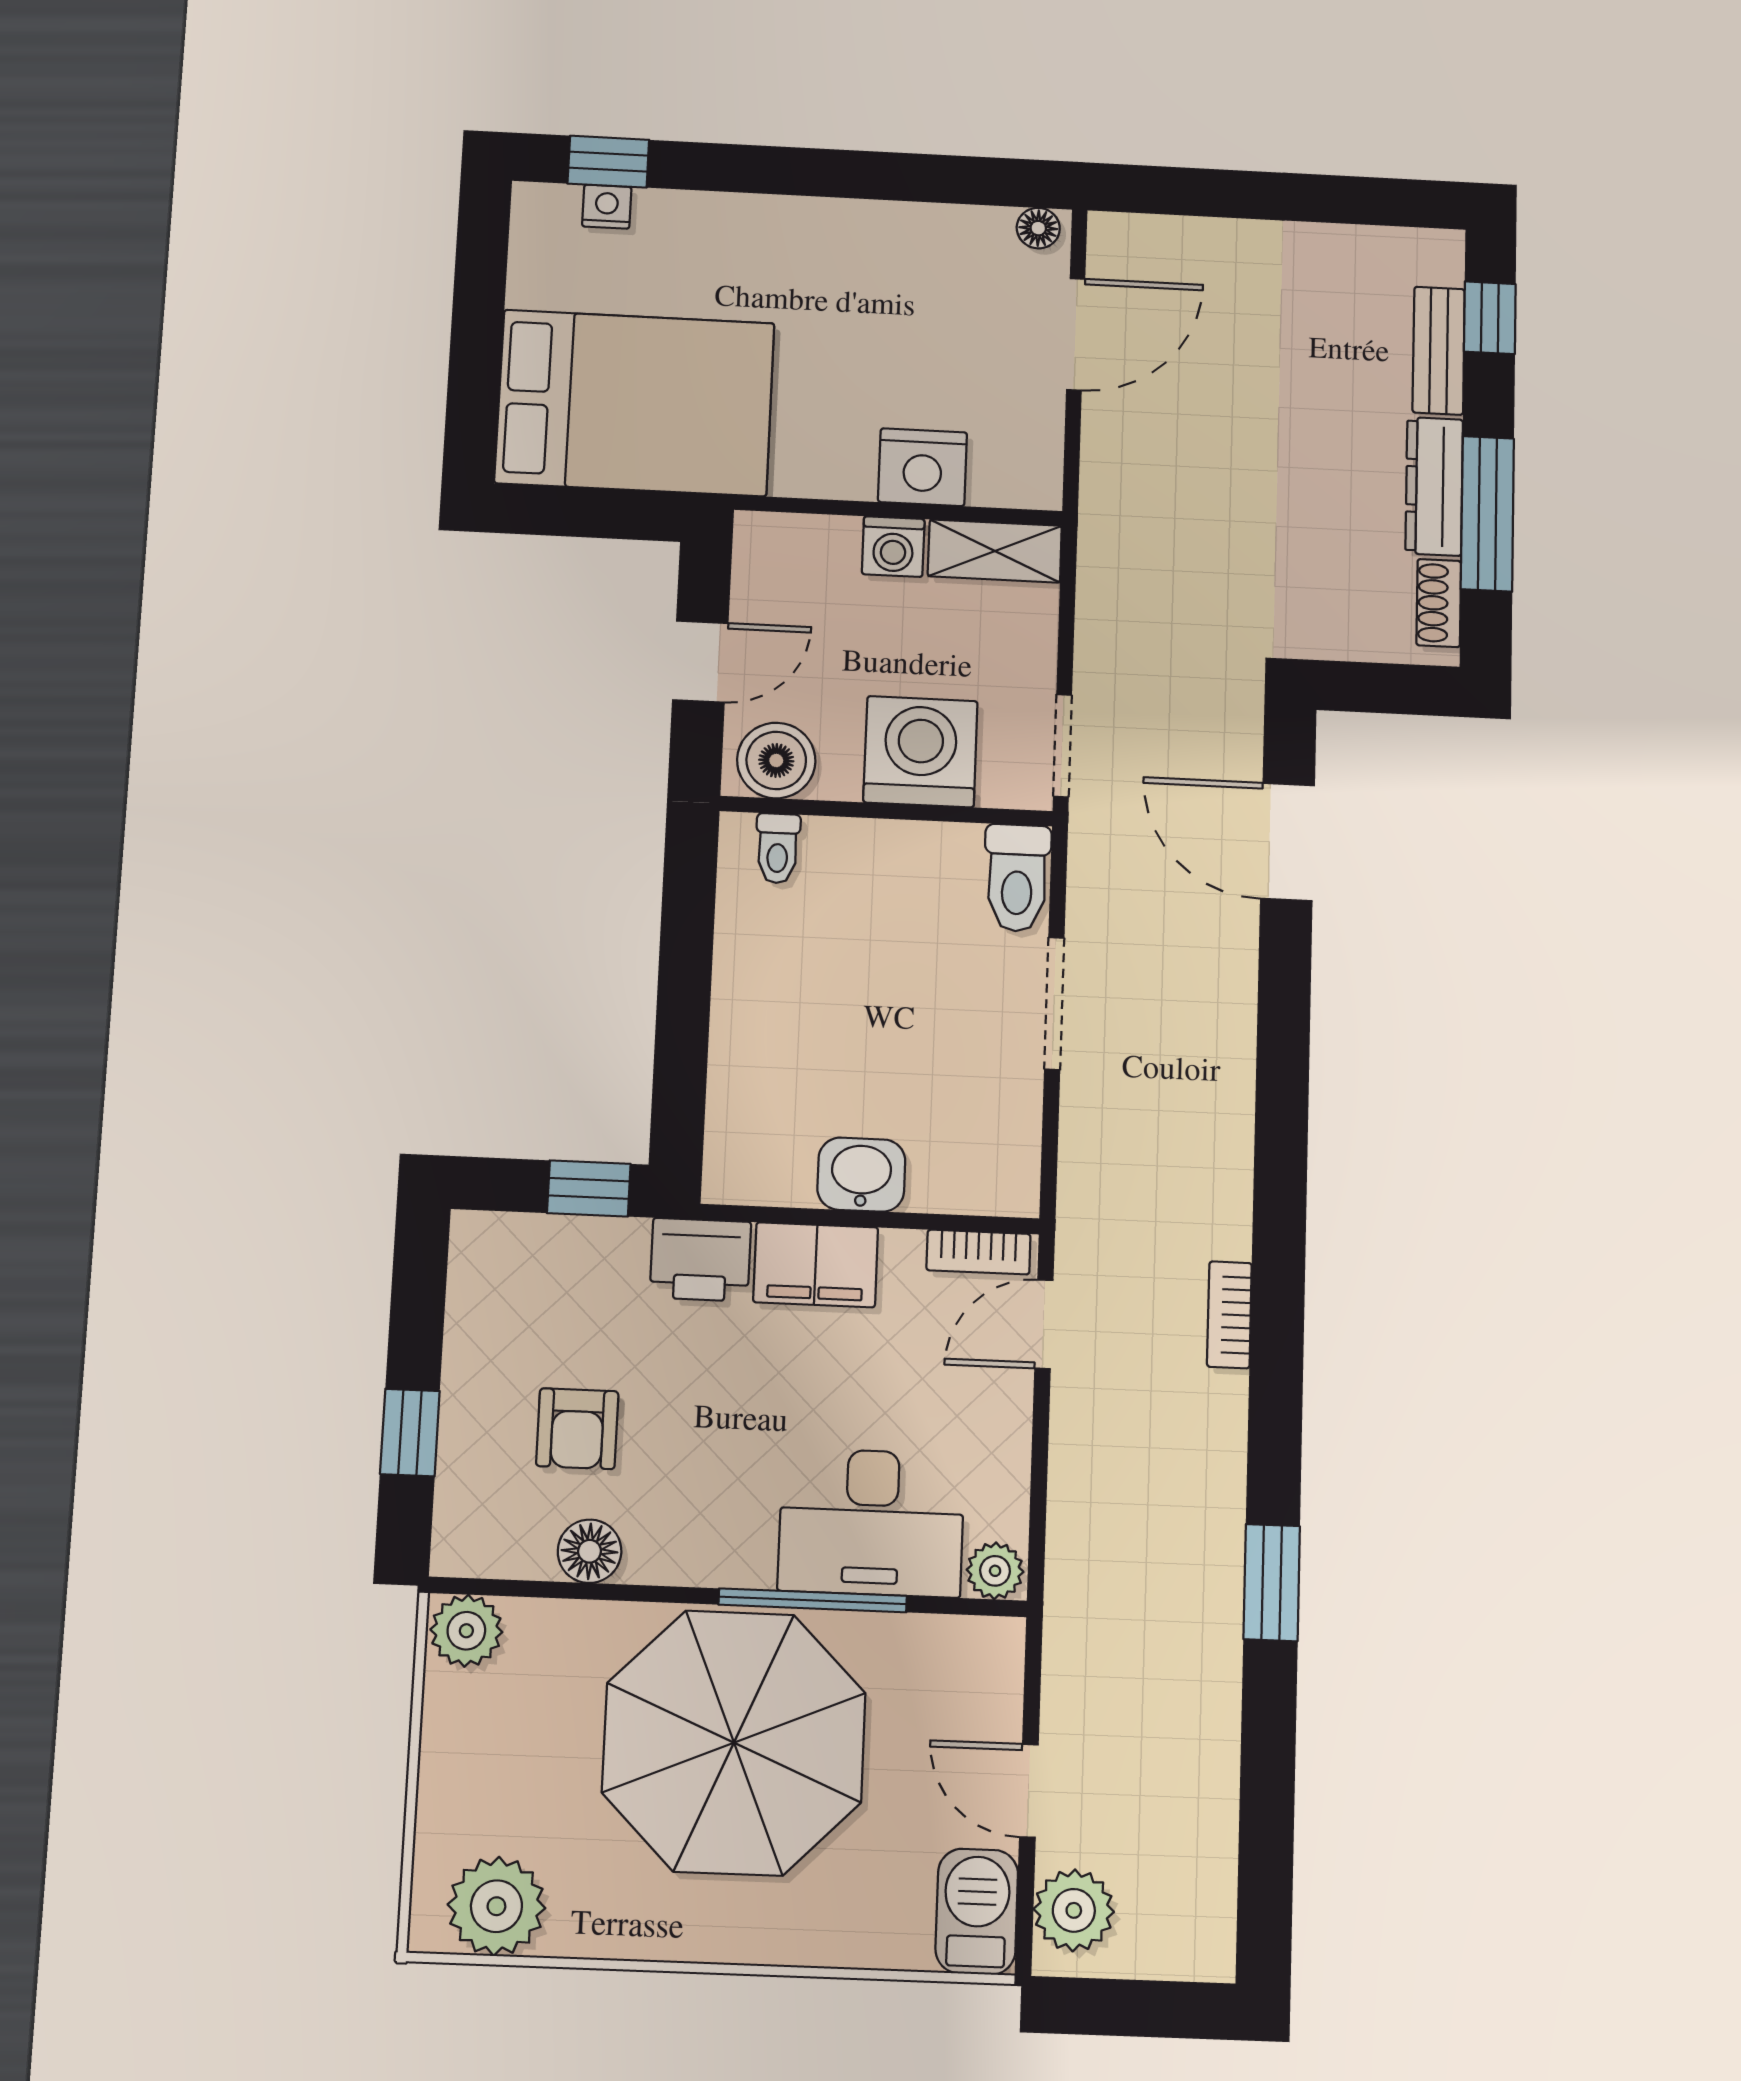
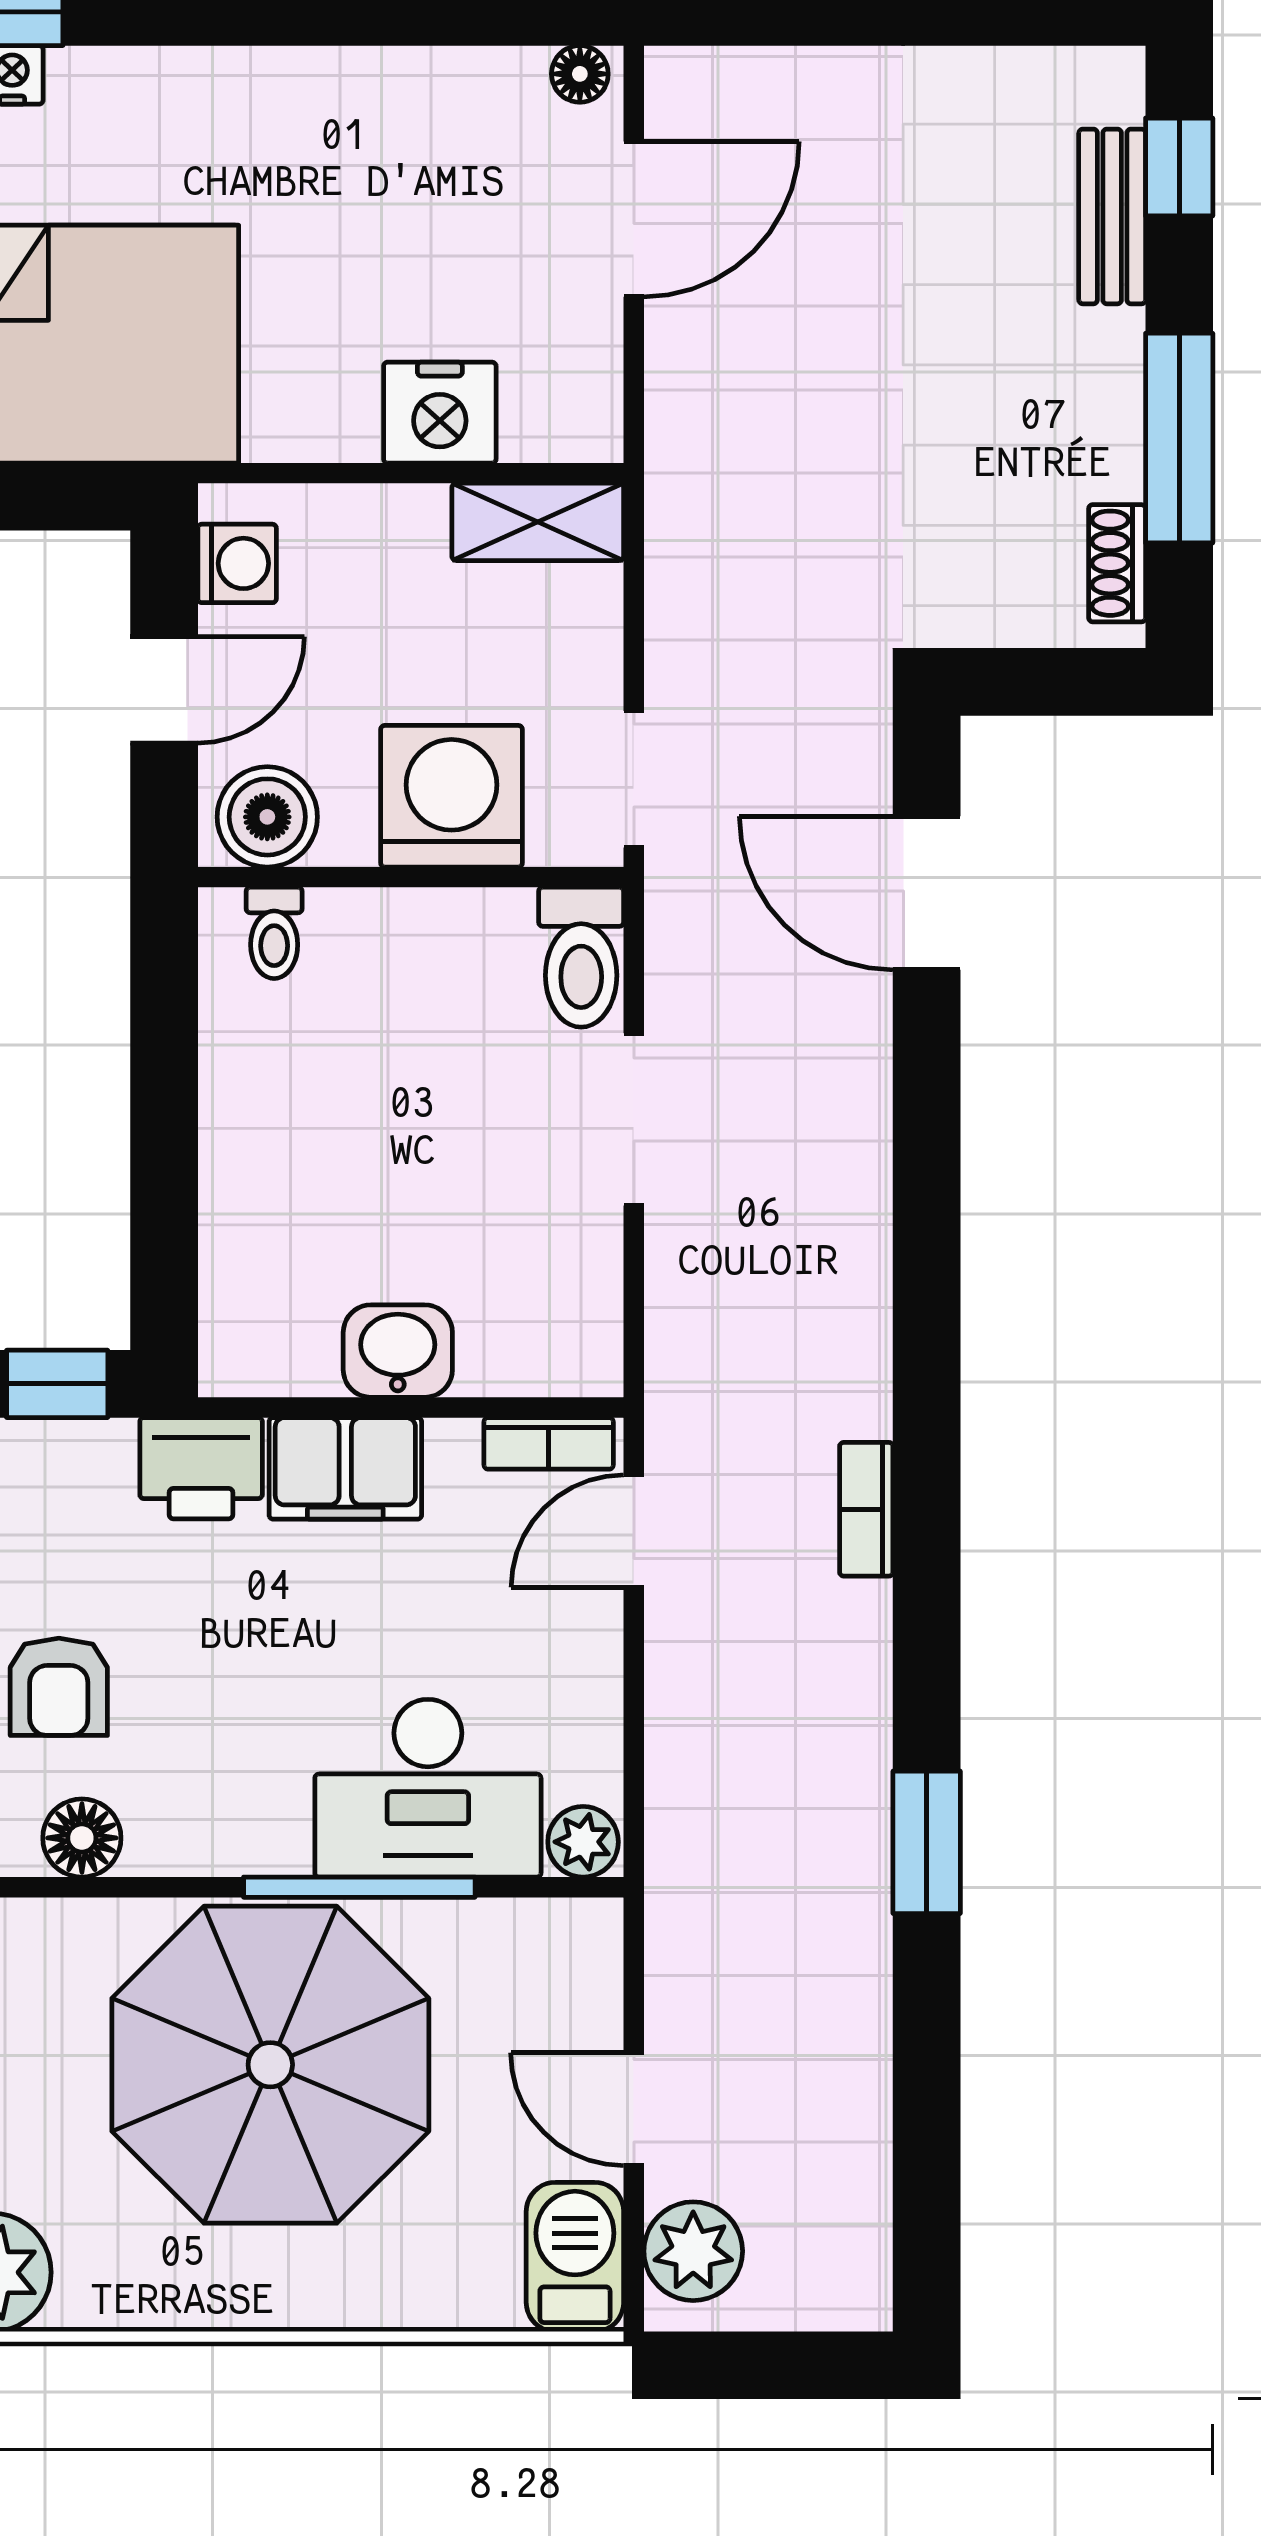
dresser: (1434, 486) -> (1109, 404), removed
washing machine: (893, 547) -> (237, 563), moved, turned -90

